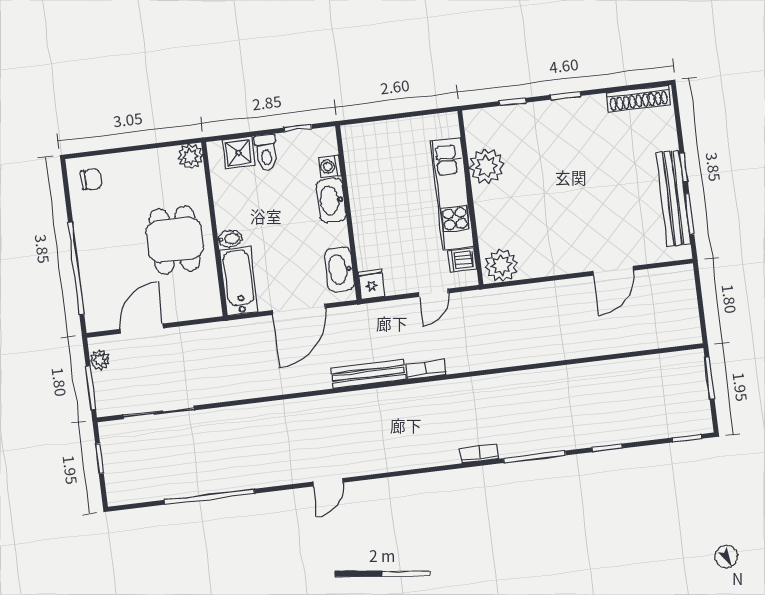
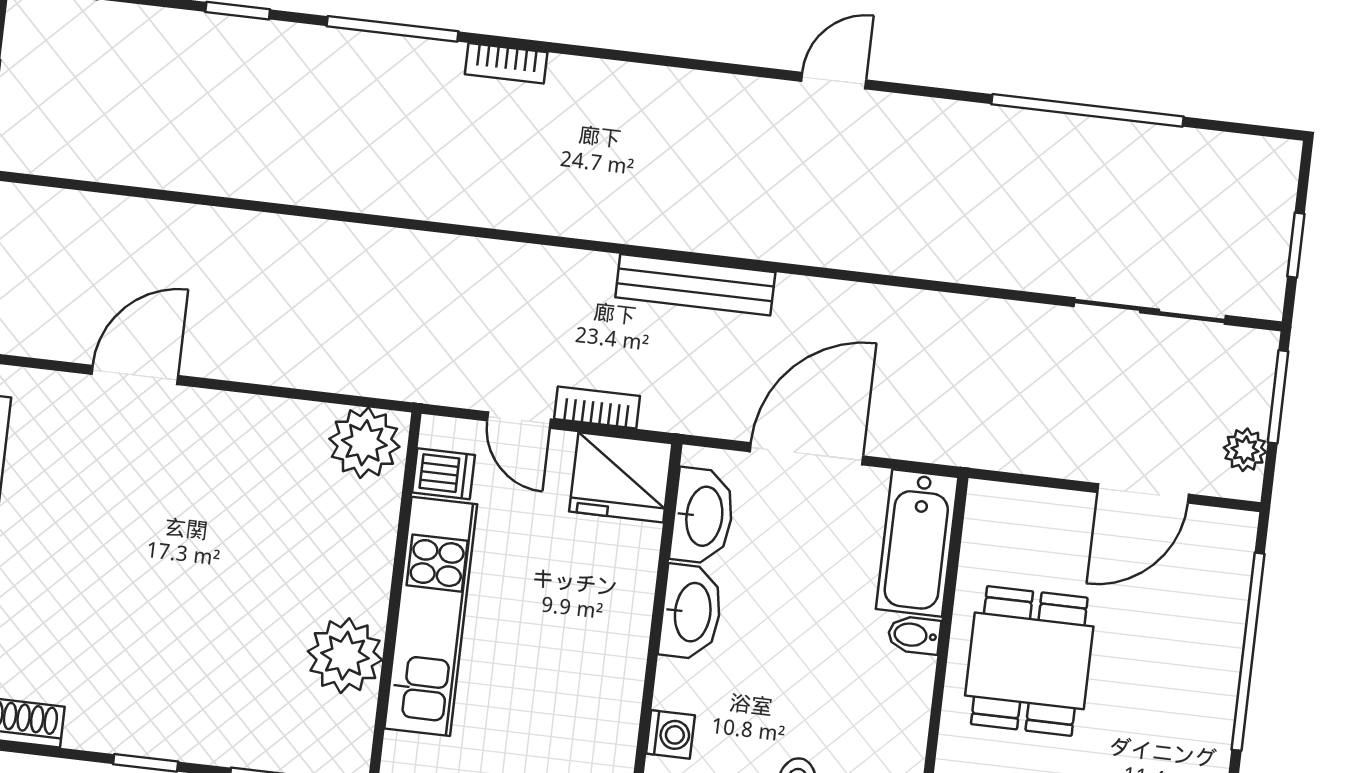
washbasin: (331, 200) -> (691, 612), moved
fridge: (371, 284) -> (621, 477), width x1.88, depth x1.34
door: (434, 293) -> (519, 420), swing flipped
bookcase: (426, 369) -> (597, 408), moved, turned 180

